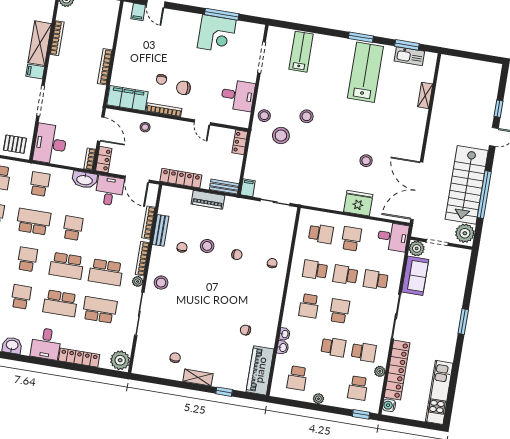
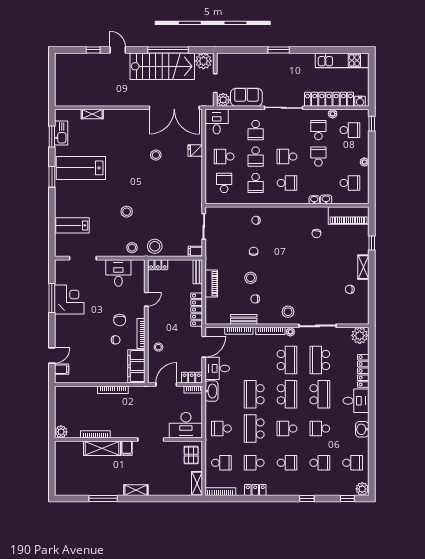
stool: (281, 136) -> (155, 246), moved
fridge: (358, 203) -> (195, 150), width x0.53, depth x0.75
school desk: (73, 228) -> (254, 394), width x1.85

